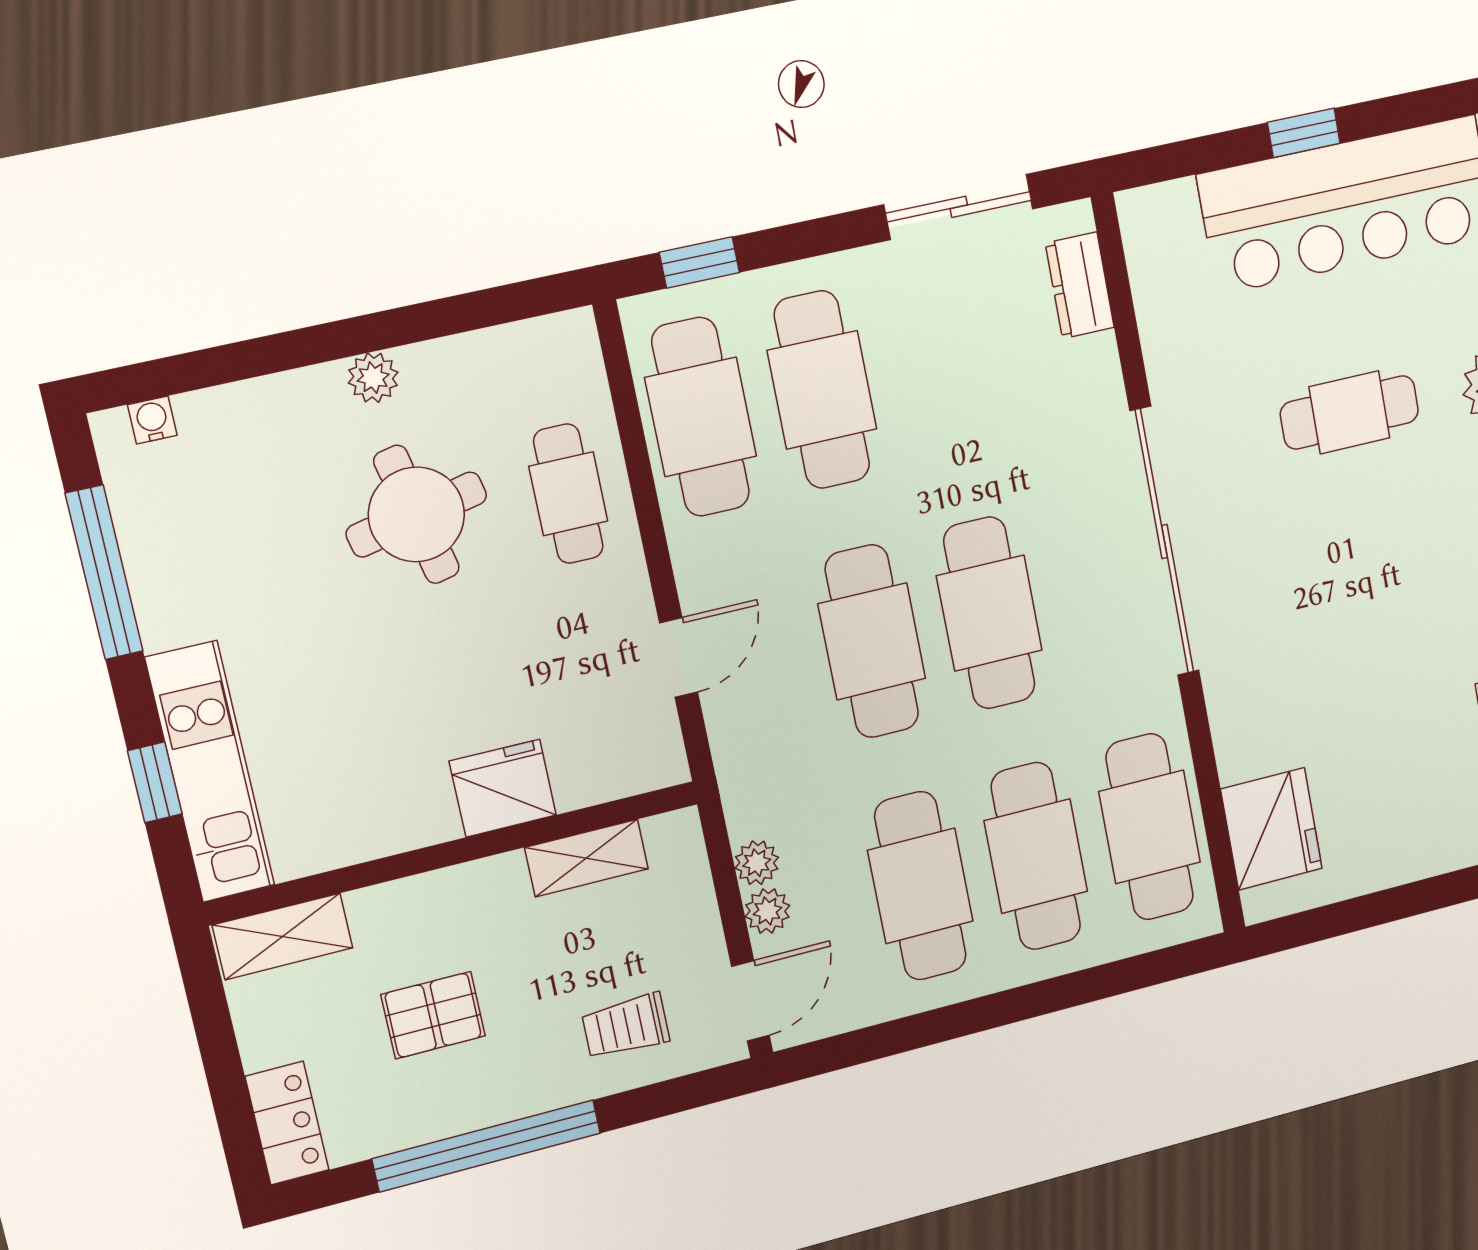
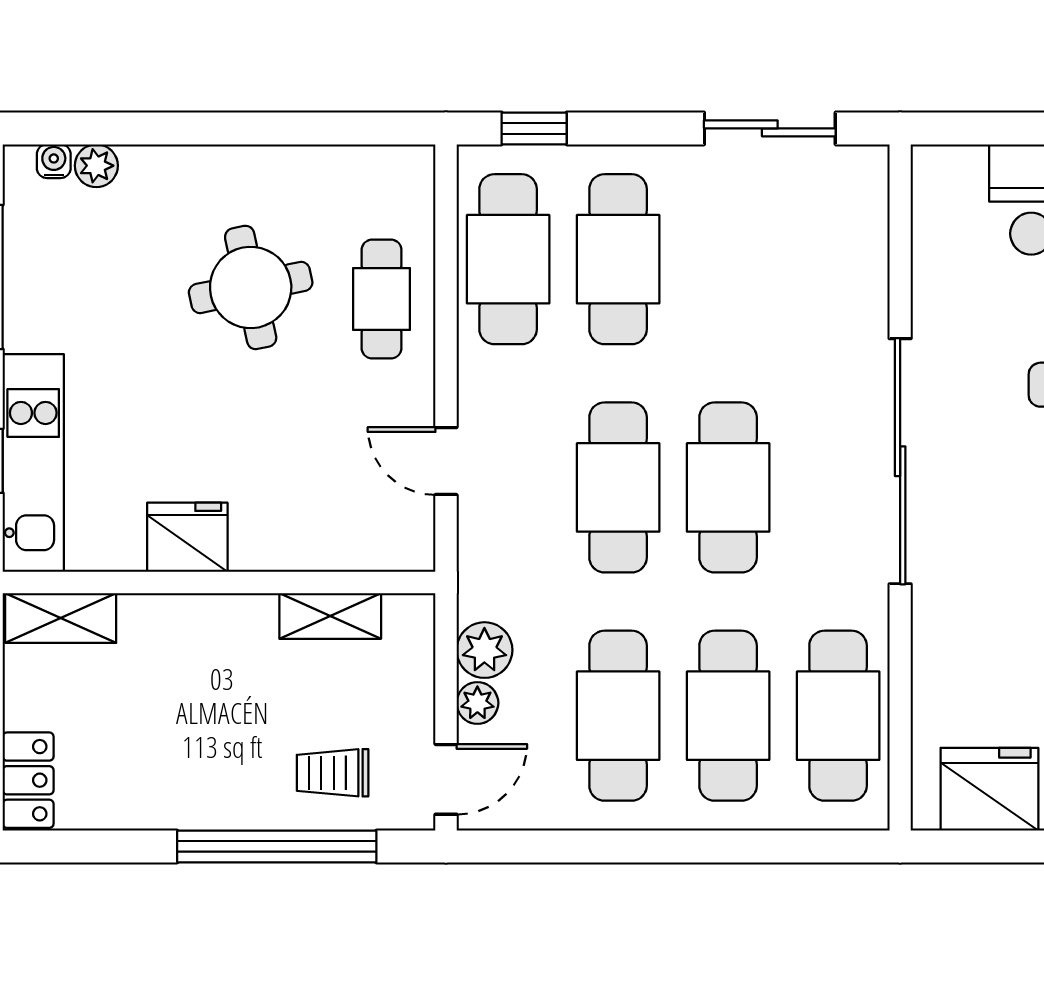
dresser: (1080, 285) -> (865, 219), removed
plant: (373, 378) -> (96, 166), moved
door: (679, 657) -> (446, 461), swing flipped
fridge: (503, 788) -> (187, 537), moved
fridge: (1271, 829) -> (989, 789), moved, turned -90
plant: (757, 863) -> (484, 650), width x1.38, depth x1.38
pallet: (433, 1015) -> (170, 719), removed
window: (487, 1146) -> (277, 846), moved

